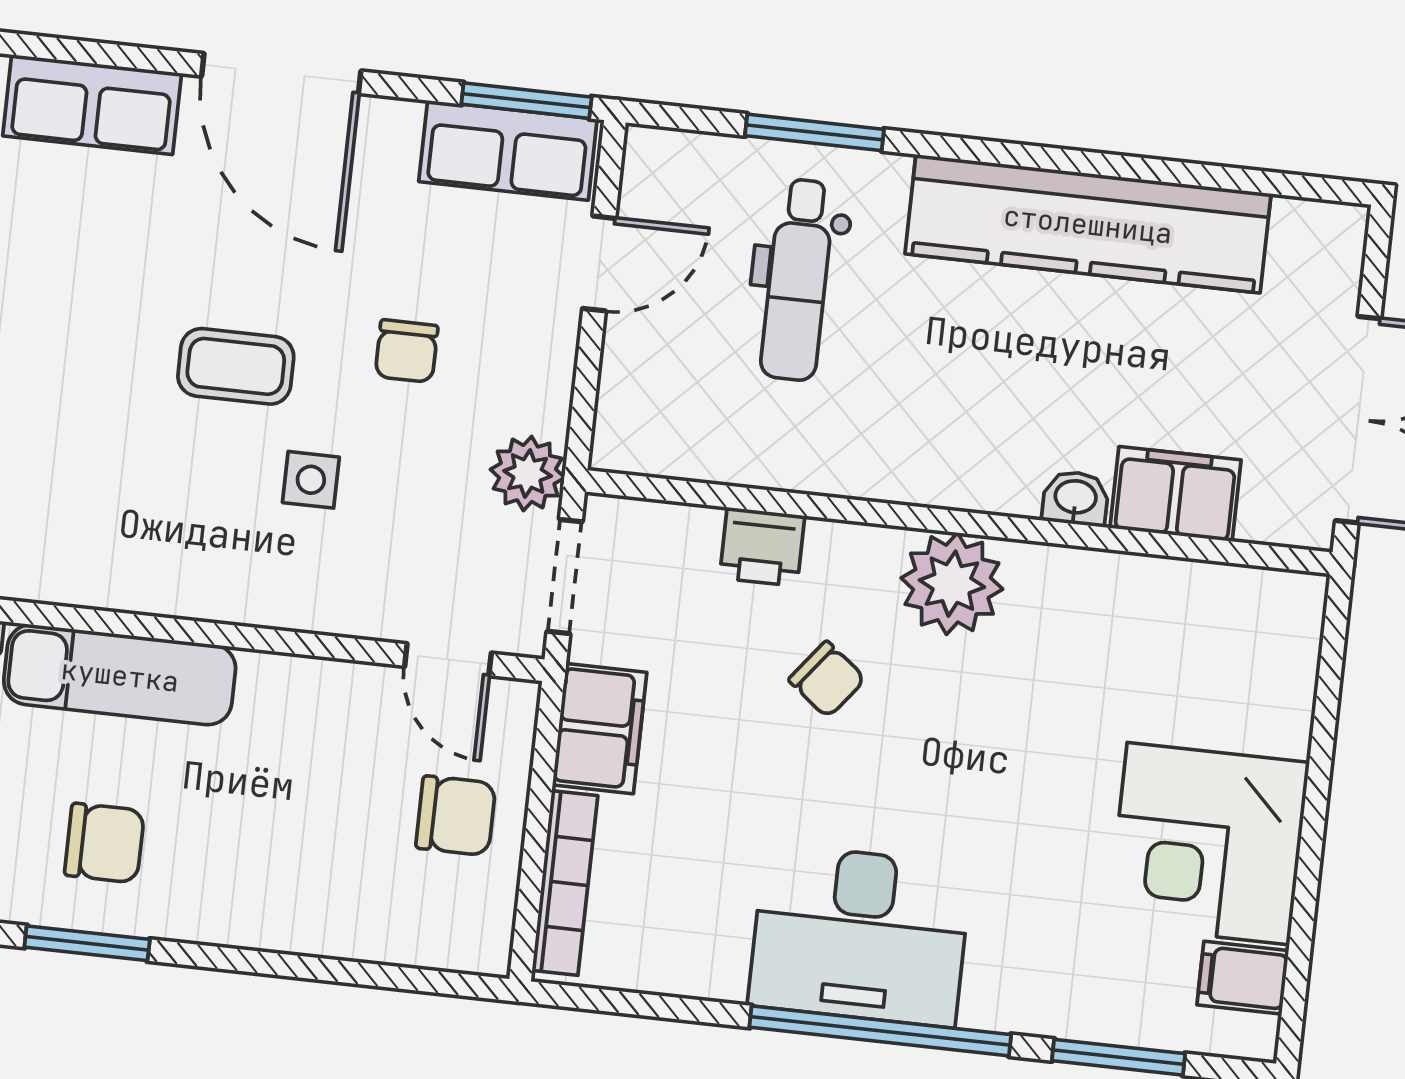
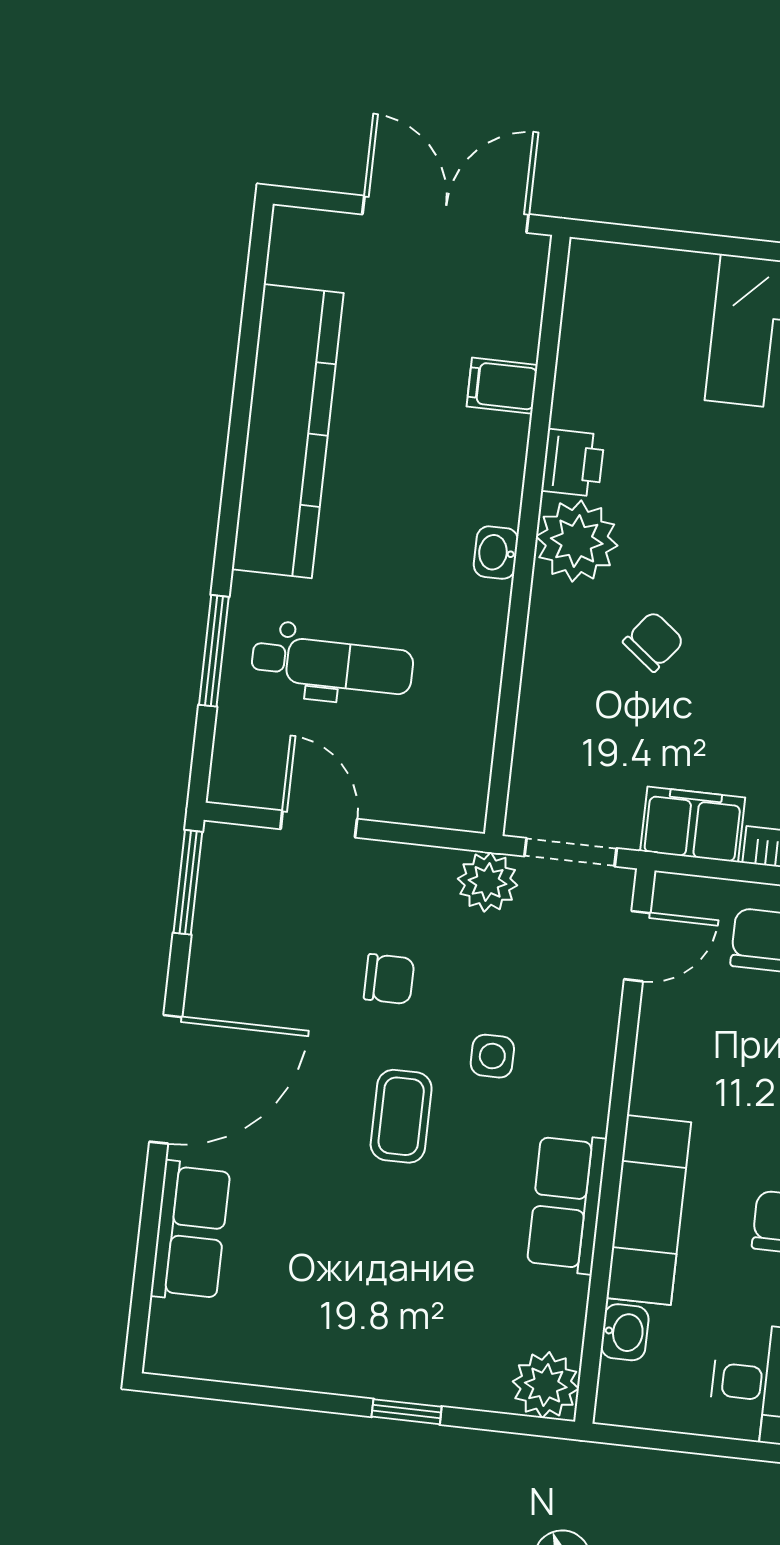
row of seats: (508, 150) -> (567, 1203), moved, turned 180
filing cabinet: (1176, 494) -> (502, 386), width x0.50
washbasin: (1075, 498) -> (496, 553), moved
printer: (762, 547) -> (573, 463), moved

